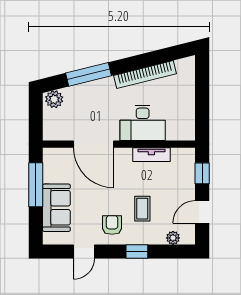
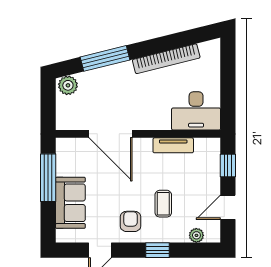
desk: (143, 123) -> (196, 111), moved

